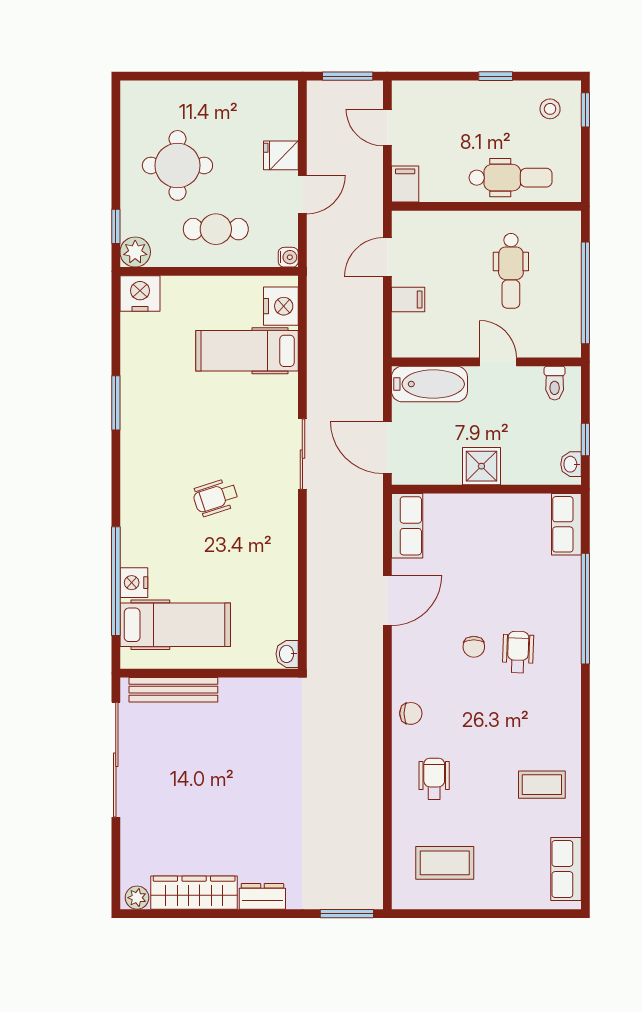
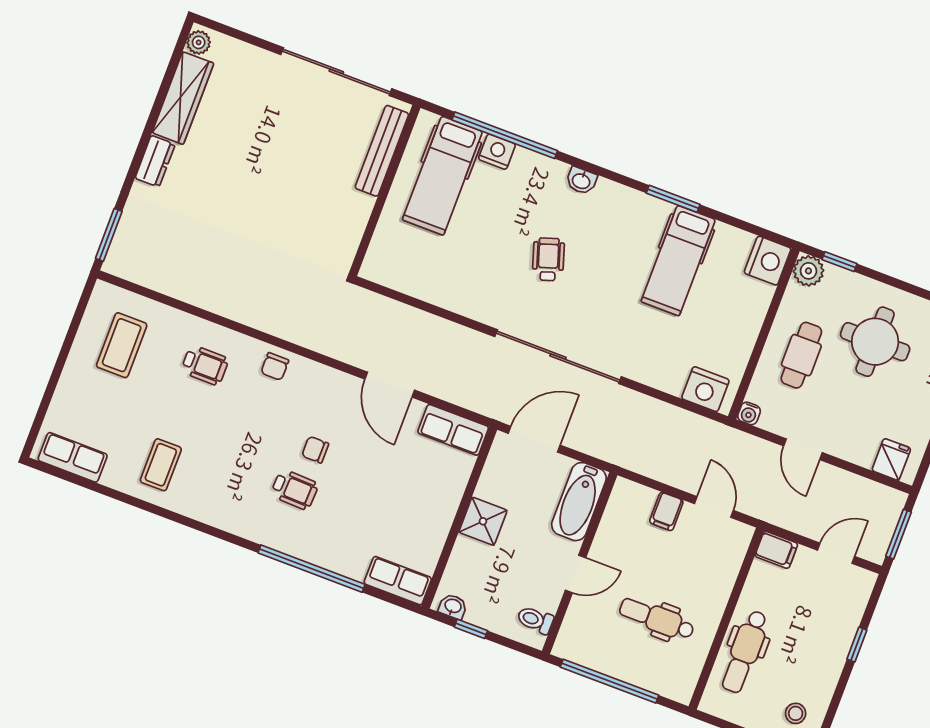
window: (496, 76) -> (857, 645), moved
fridge: (281, 155) -> (891, 459), moved
hospital bed: (247, 351) -> (678, 261), moved, turned 180
sliding door: (302, 454) -> (558, 357), width x1.86
washbasin: (287, 654) -> (581, 181), moved, turned 180

